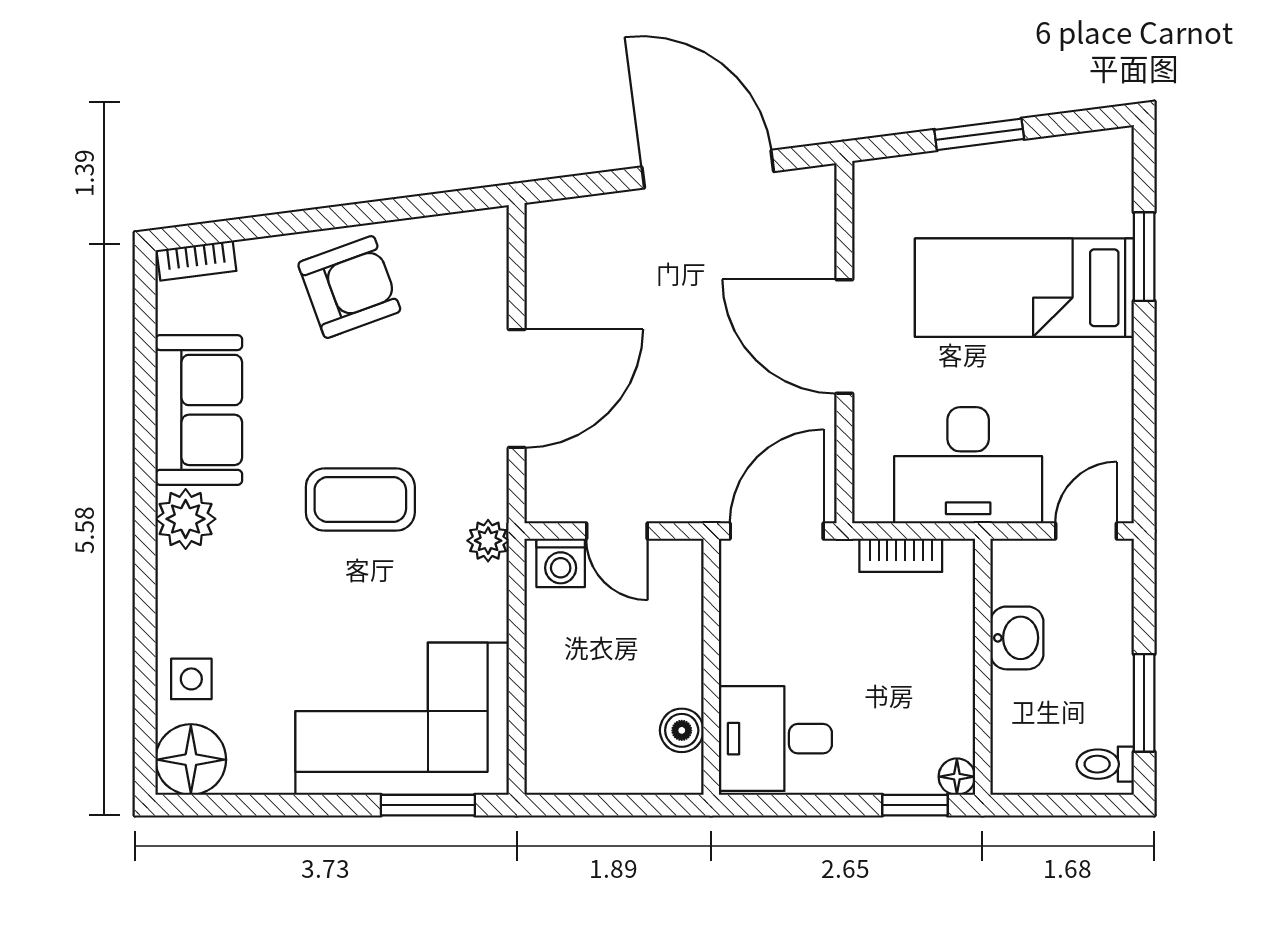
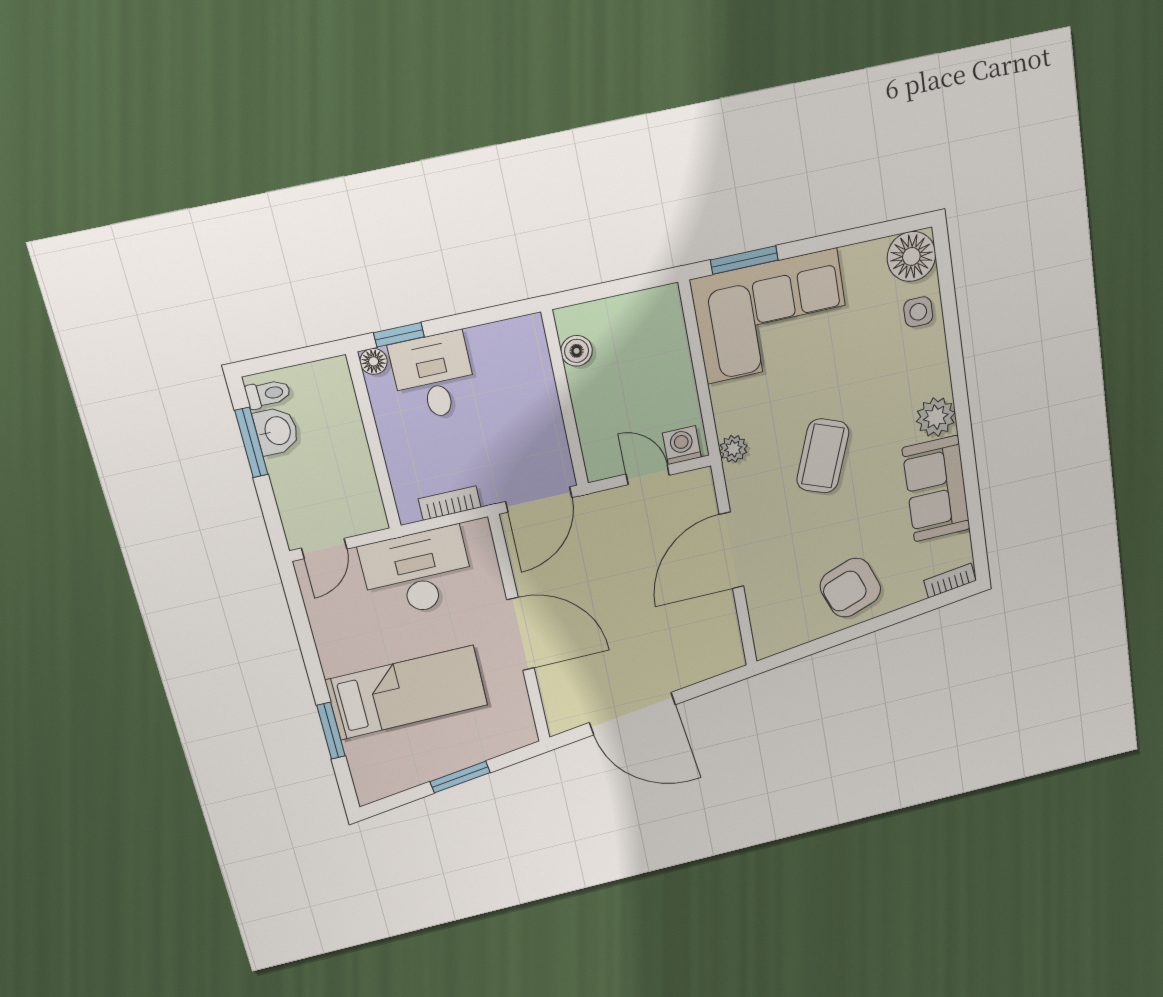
coffee table: (360, 500) -> (823, 456), turned -69
washbasin: (1017, 638) -> (277, 431), moved, turned 180
desk: (775, 739) -> (434, 376), moved, turned -90

